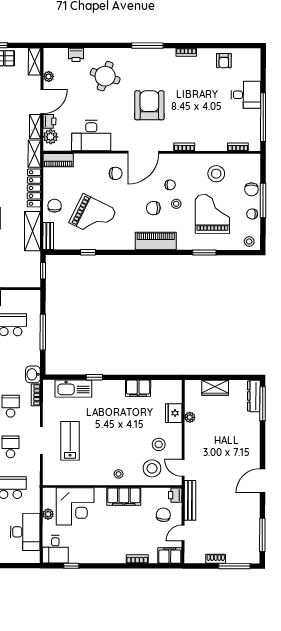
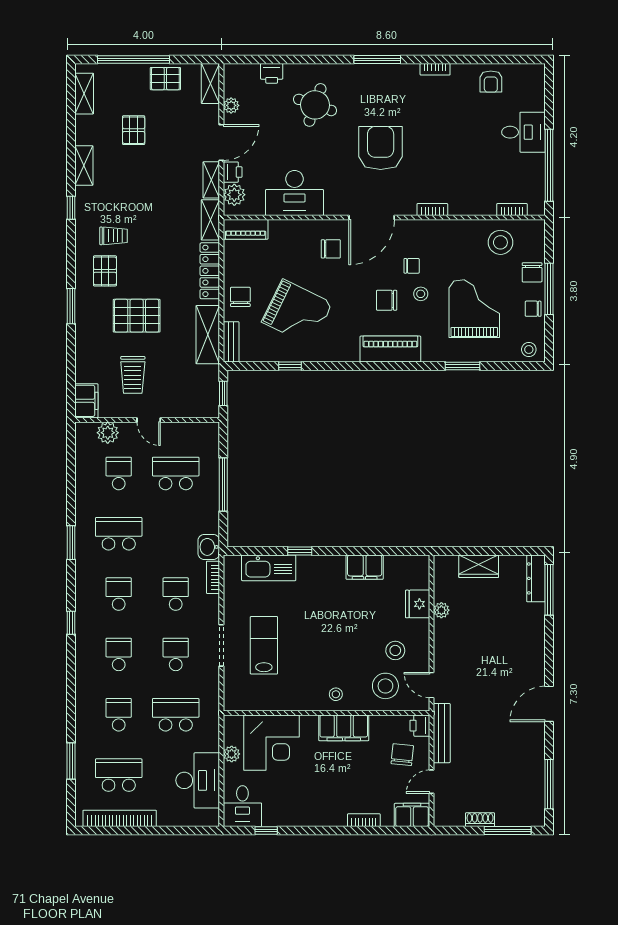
stool: (216, 174) -> (500, 242), moved

